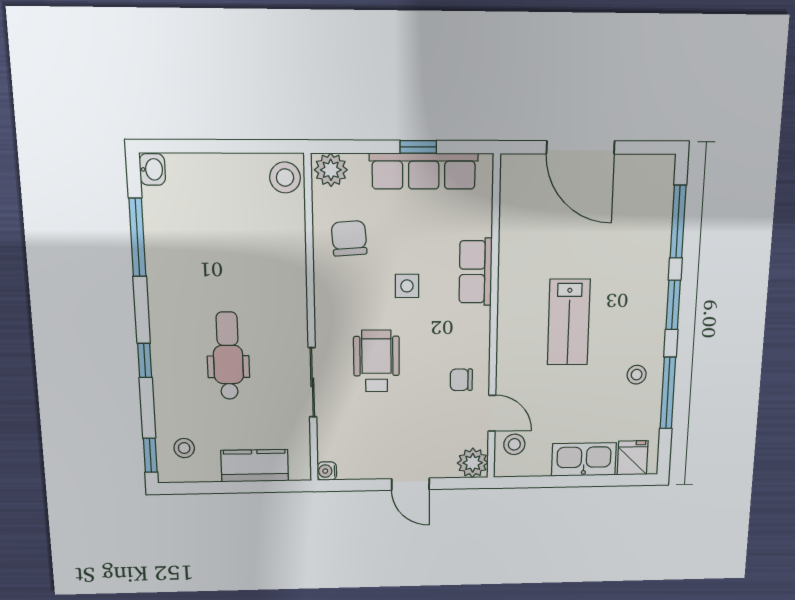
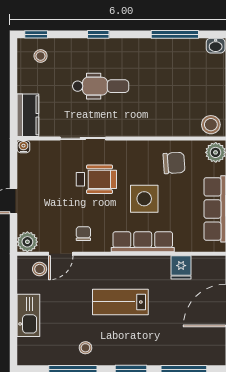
row of seats: (476, 272) -> (143, 242), width x1.48
side table: (407, 286) -> (144, 199), width x1.87, depth x1.87
fridge: (633, 458) -> (181, 267), moved, turned 90
kitchen counter: (255, 466) -> (28, 115), moved

